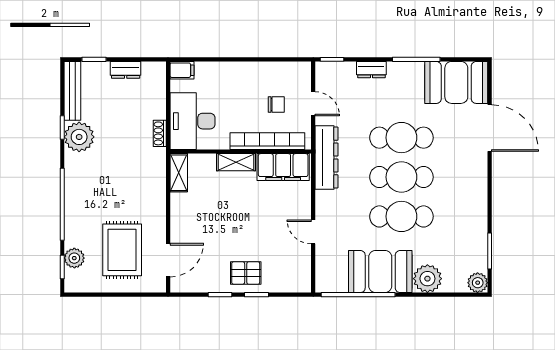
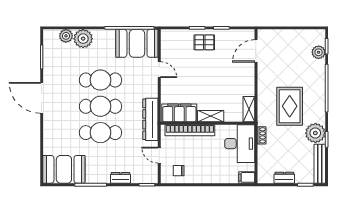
chair: (276, 105) -> (179, 171), moved
door: (490, 128) -> (42, 98), moved
rug: (122, 250) -> (290, 106), moved
booth: (380, 272) -> (137, 43), moved
plant: (478, 283) -> (66, 36), moved

